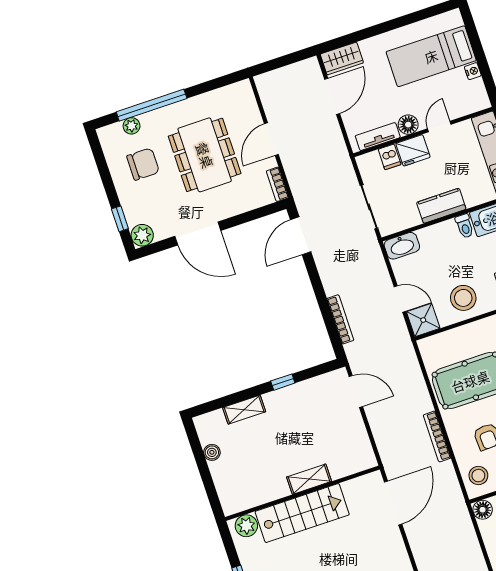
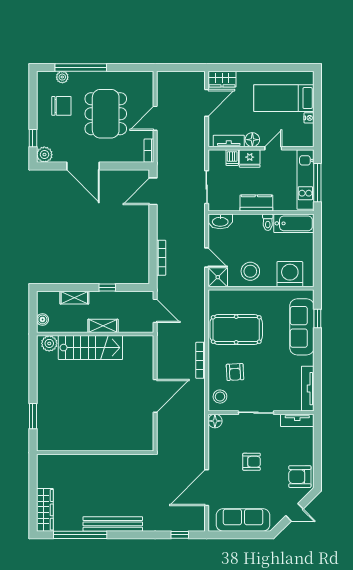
shelving: (309, 479) -> (103, 326), moved
wall: (302, 493) -> (95, 334), moved
stairs: (302, 513) -> (90, 348), moved
plant: (246, 526) -> (49, 343), moved

